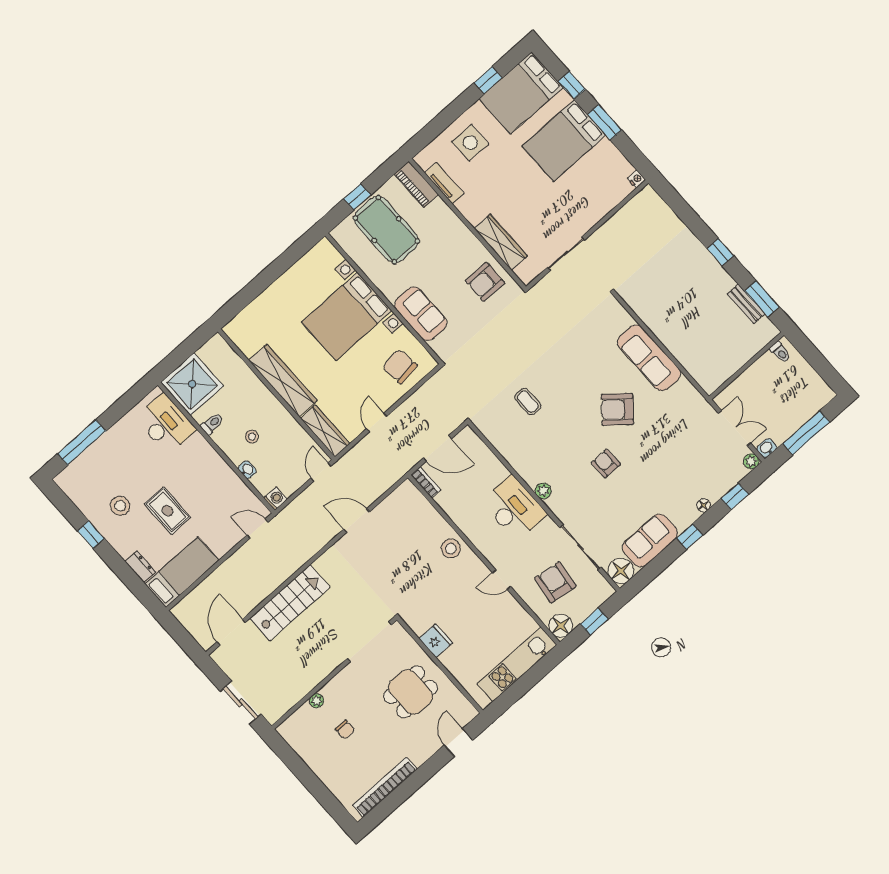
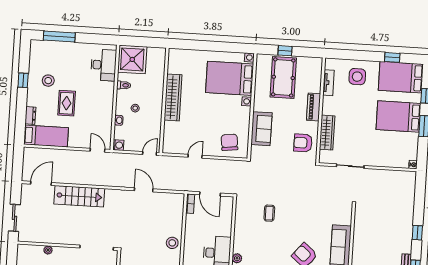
piano: (416, 184) -> (314, 107), moved
bed with nightstands: (347, 316) -> (230, 78), moved
wardrobe: (325, 431) -> (169, 137), removed

